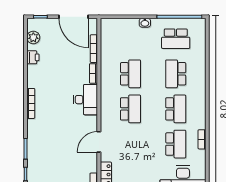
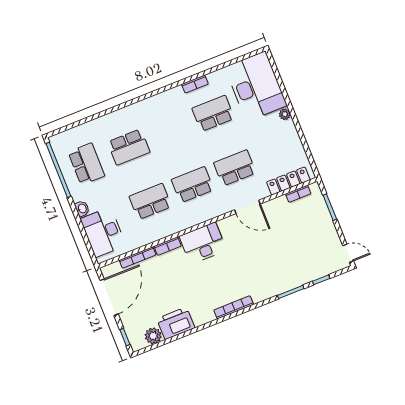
desk: (122, 31) -> (103, 232), added
printer: (33, 57) -> (176, 323), width x1.87, depth x1.48
school desk: (176, 109) -> (235, 168), moved

